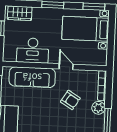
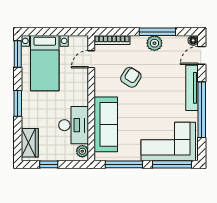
plant: (11, 57) -> (82, 151), added
door: (66, 67) -> (91, 59), moved
plant: (98, 108) -> (154, 43), moved

